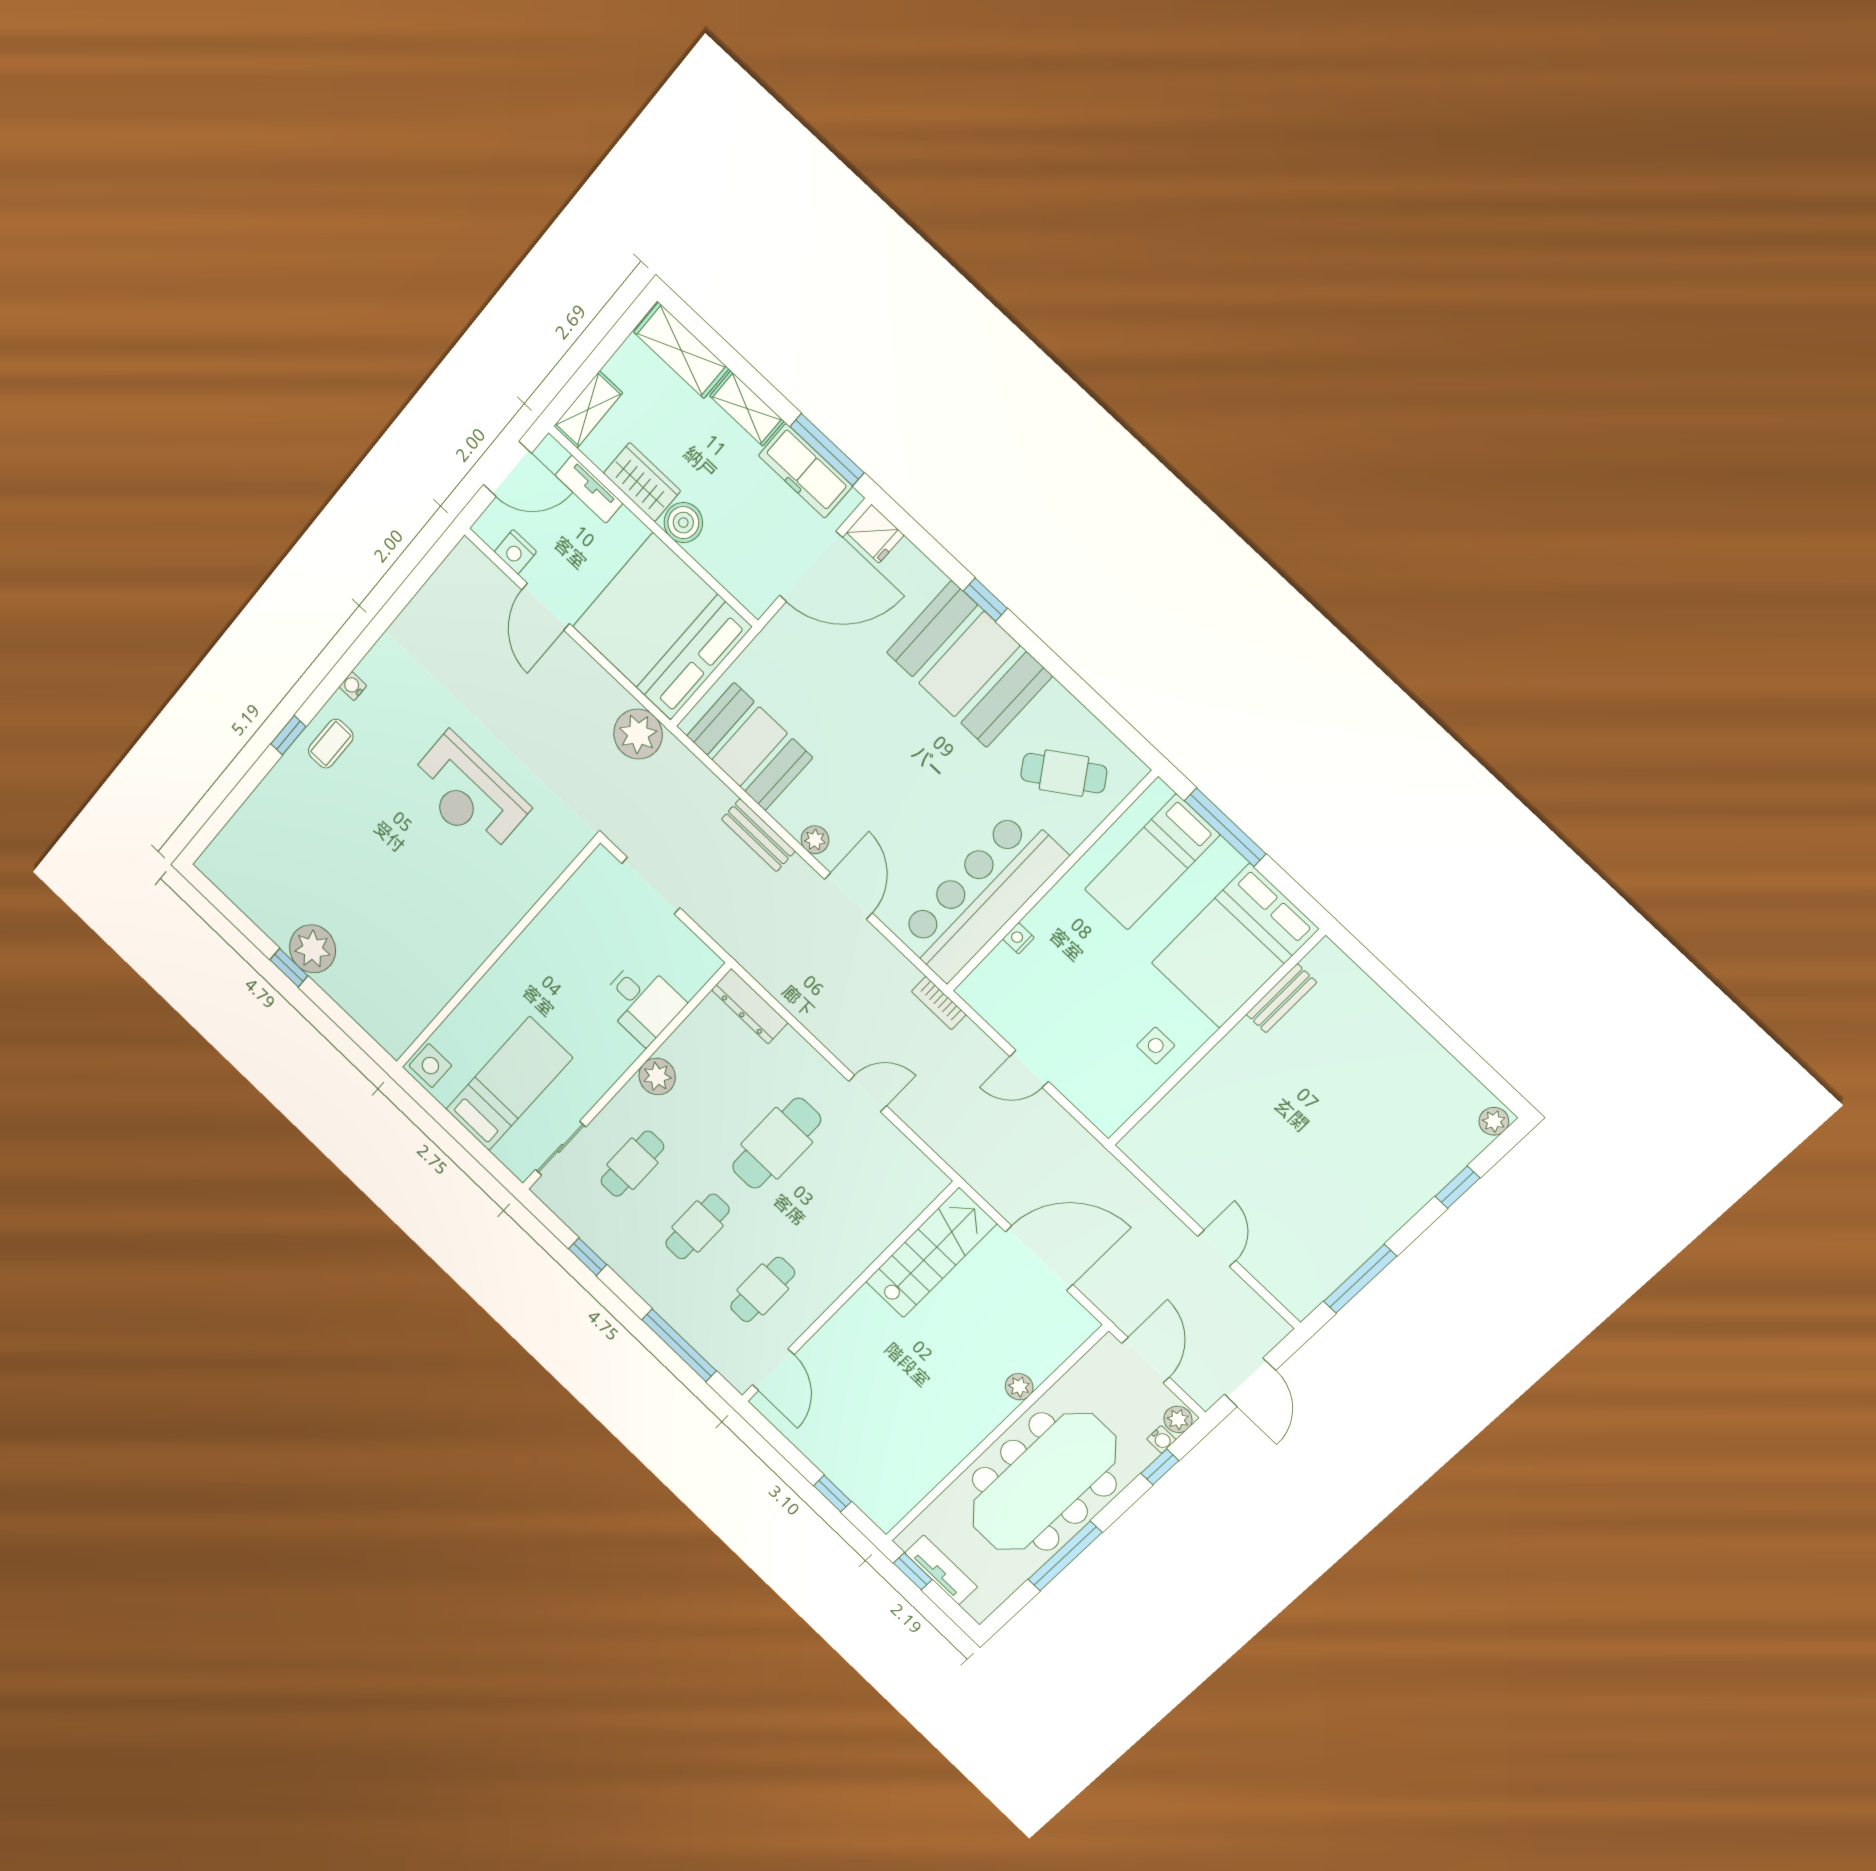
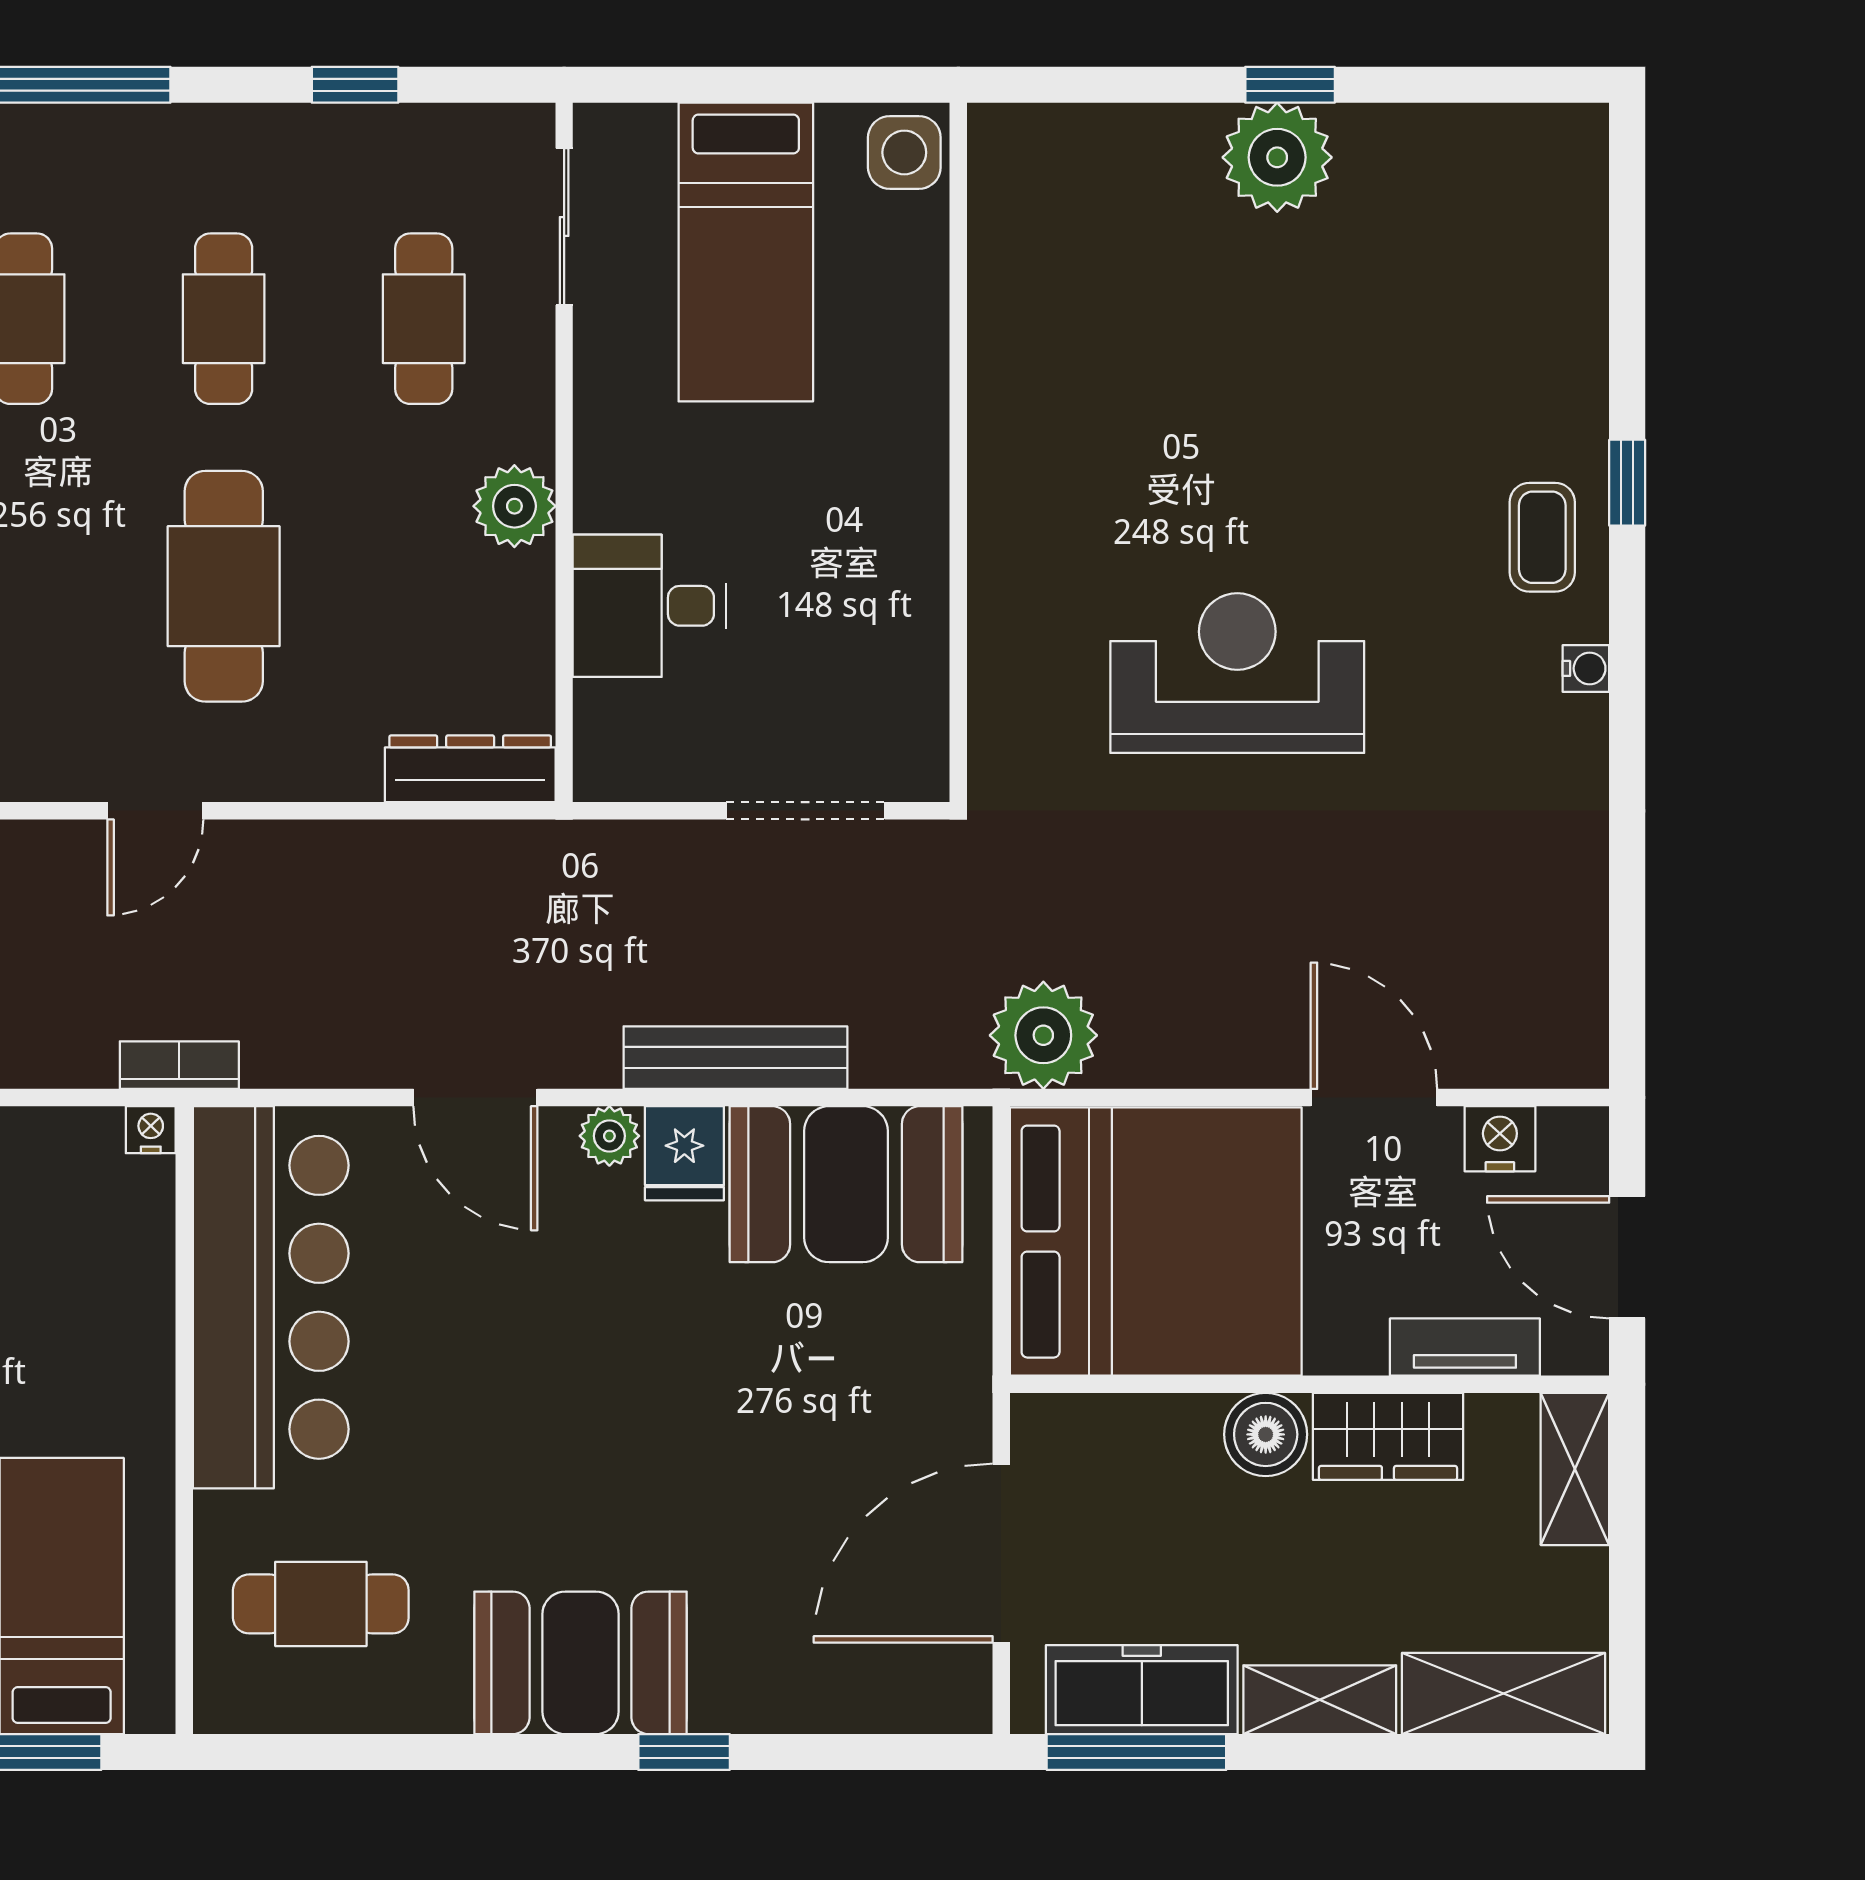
door: (507, 469) -> (1627, 1257), hinge flipped
fridge: (875, 534) -> (684, 1153), moved, turned -90
booth: (969, 664) -> (581, 1663), width x0.73, depth x0.70
cafe table: (1064, 773) -> (321, 1604), turned 34
bench: (758, 835) -> (735, 1058), width x1.36
nightstand: (1018, 938) -> (151, 1130), moved, turned -90

